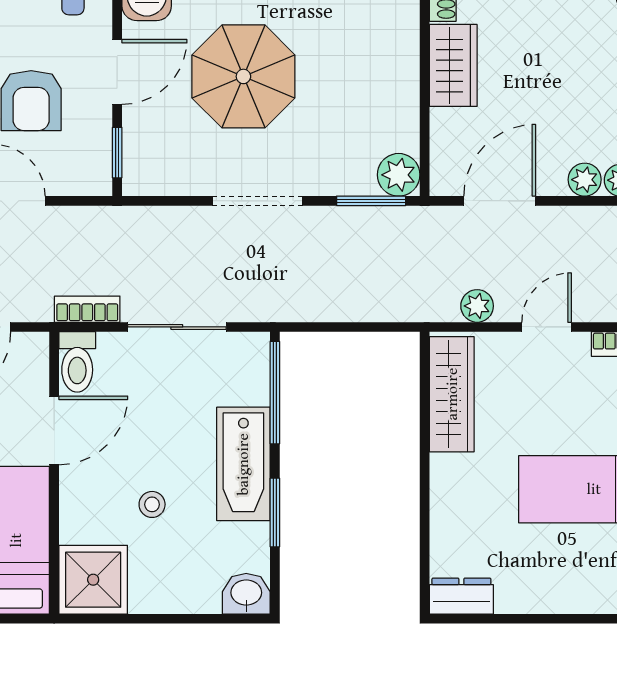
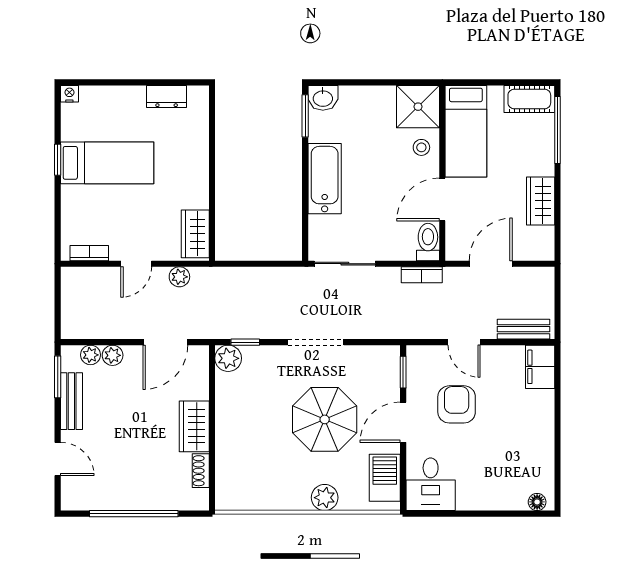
window: (371, 201) -> (245, 342), width x0.67
sliding door: (177, 327) -> (345, 264), moved
window: (275, 393) -> (305, 223), removed
wardrobe: (452, 394) -> (195, 234), width x0.67
stool: (152, 504) -> (421, 147), moved
window: (275, 513) -> (305, 116), moved
dresser: (461, 596) -> (167, 96), moved

